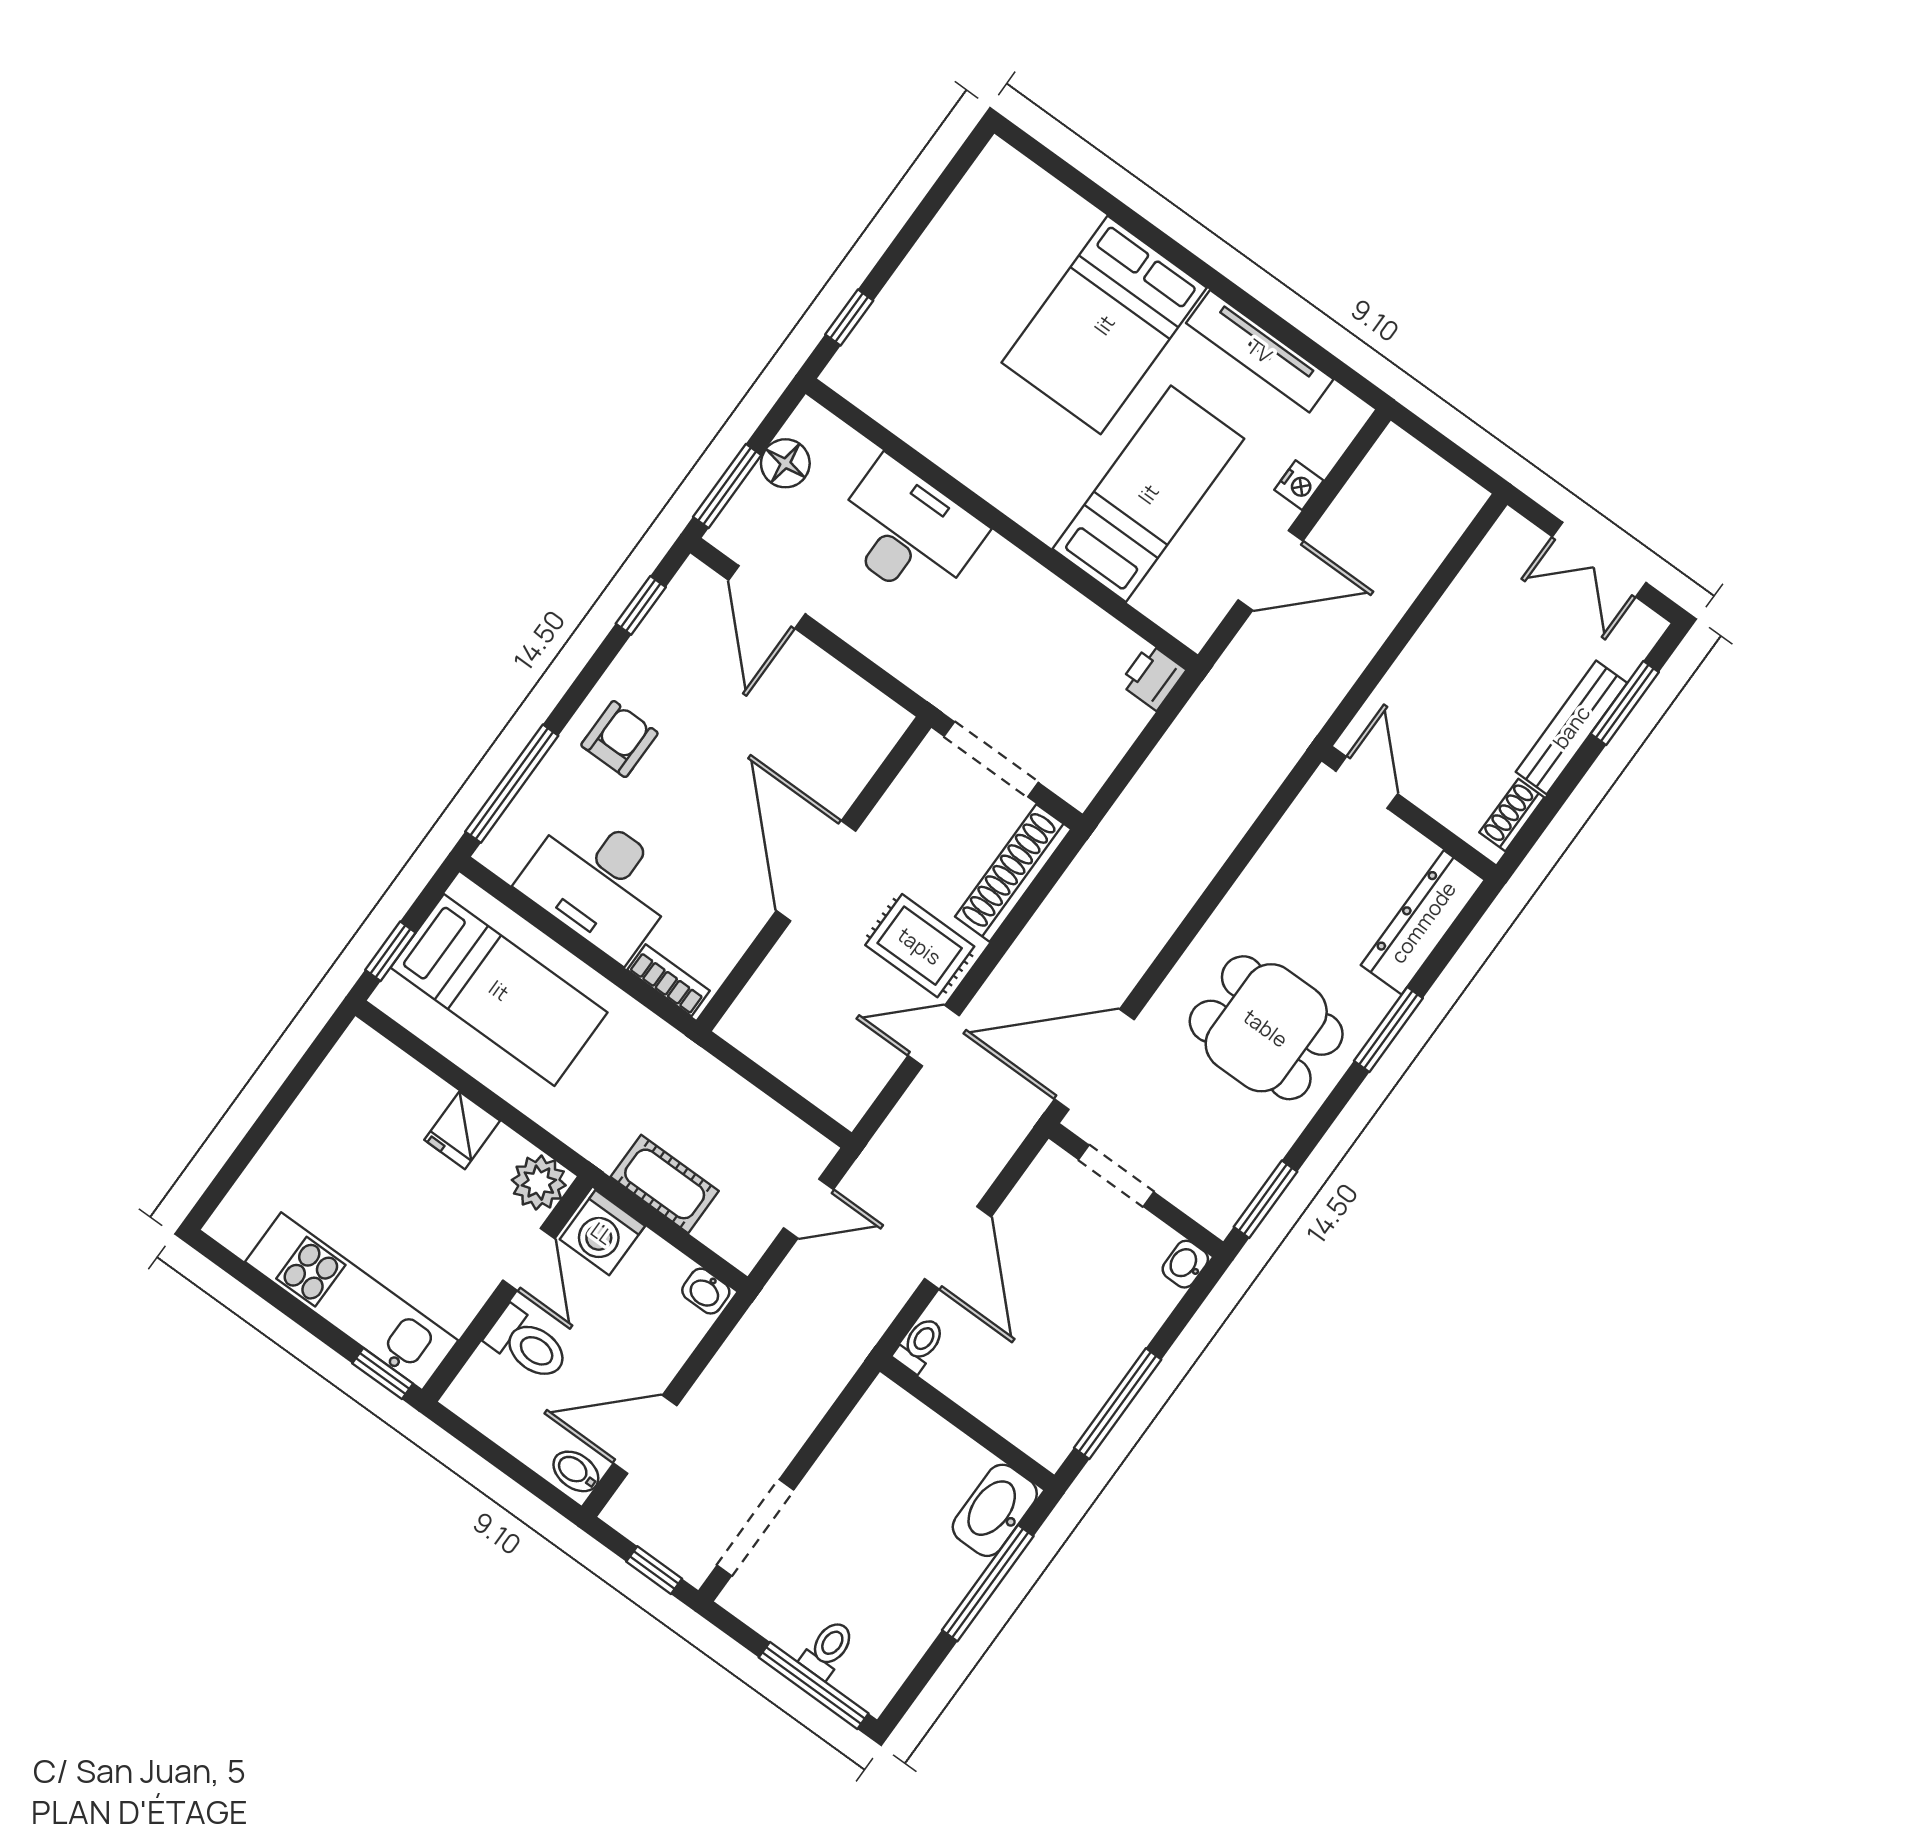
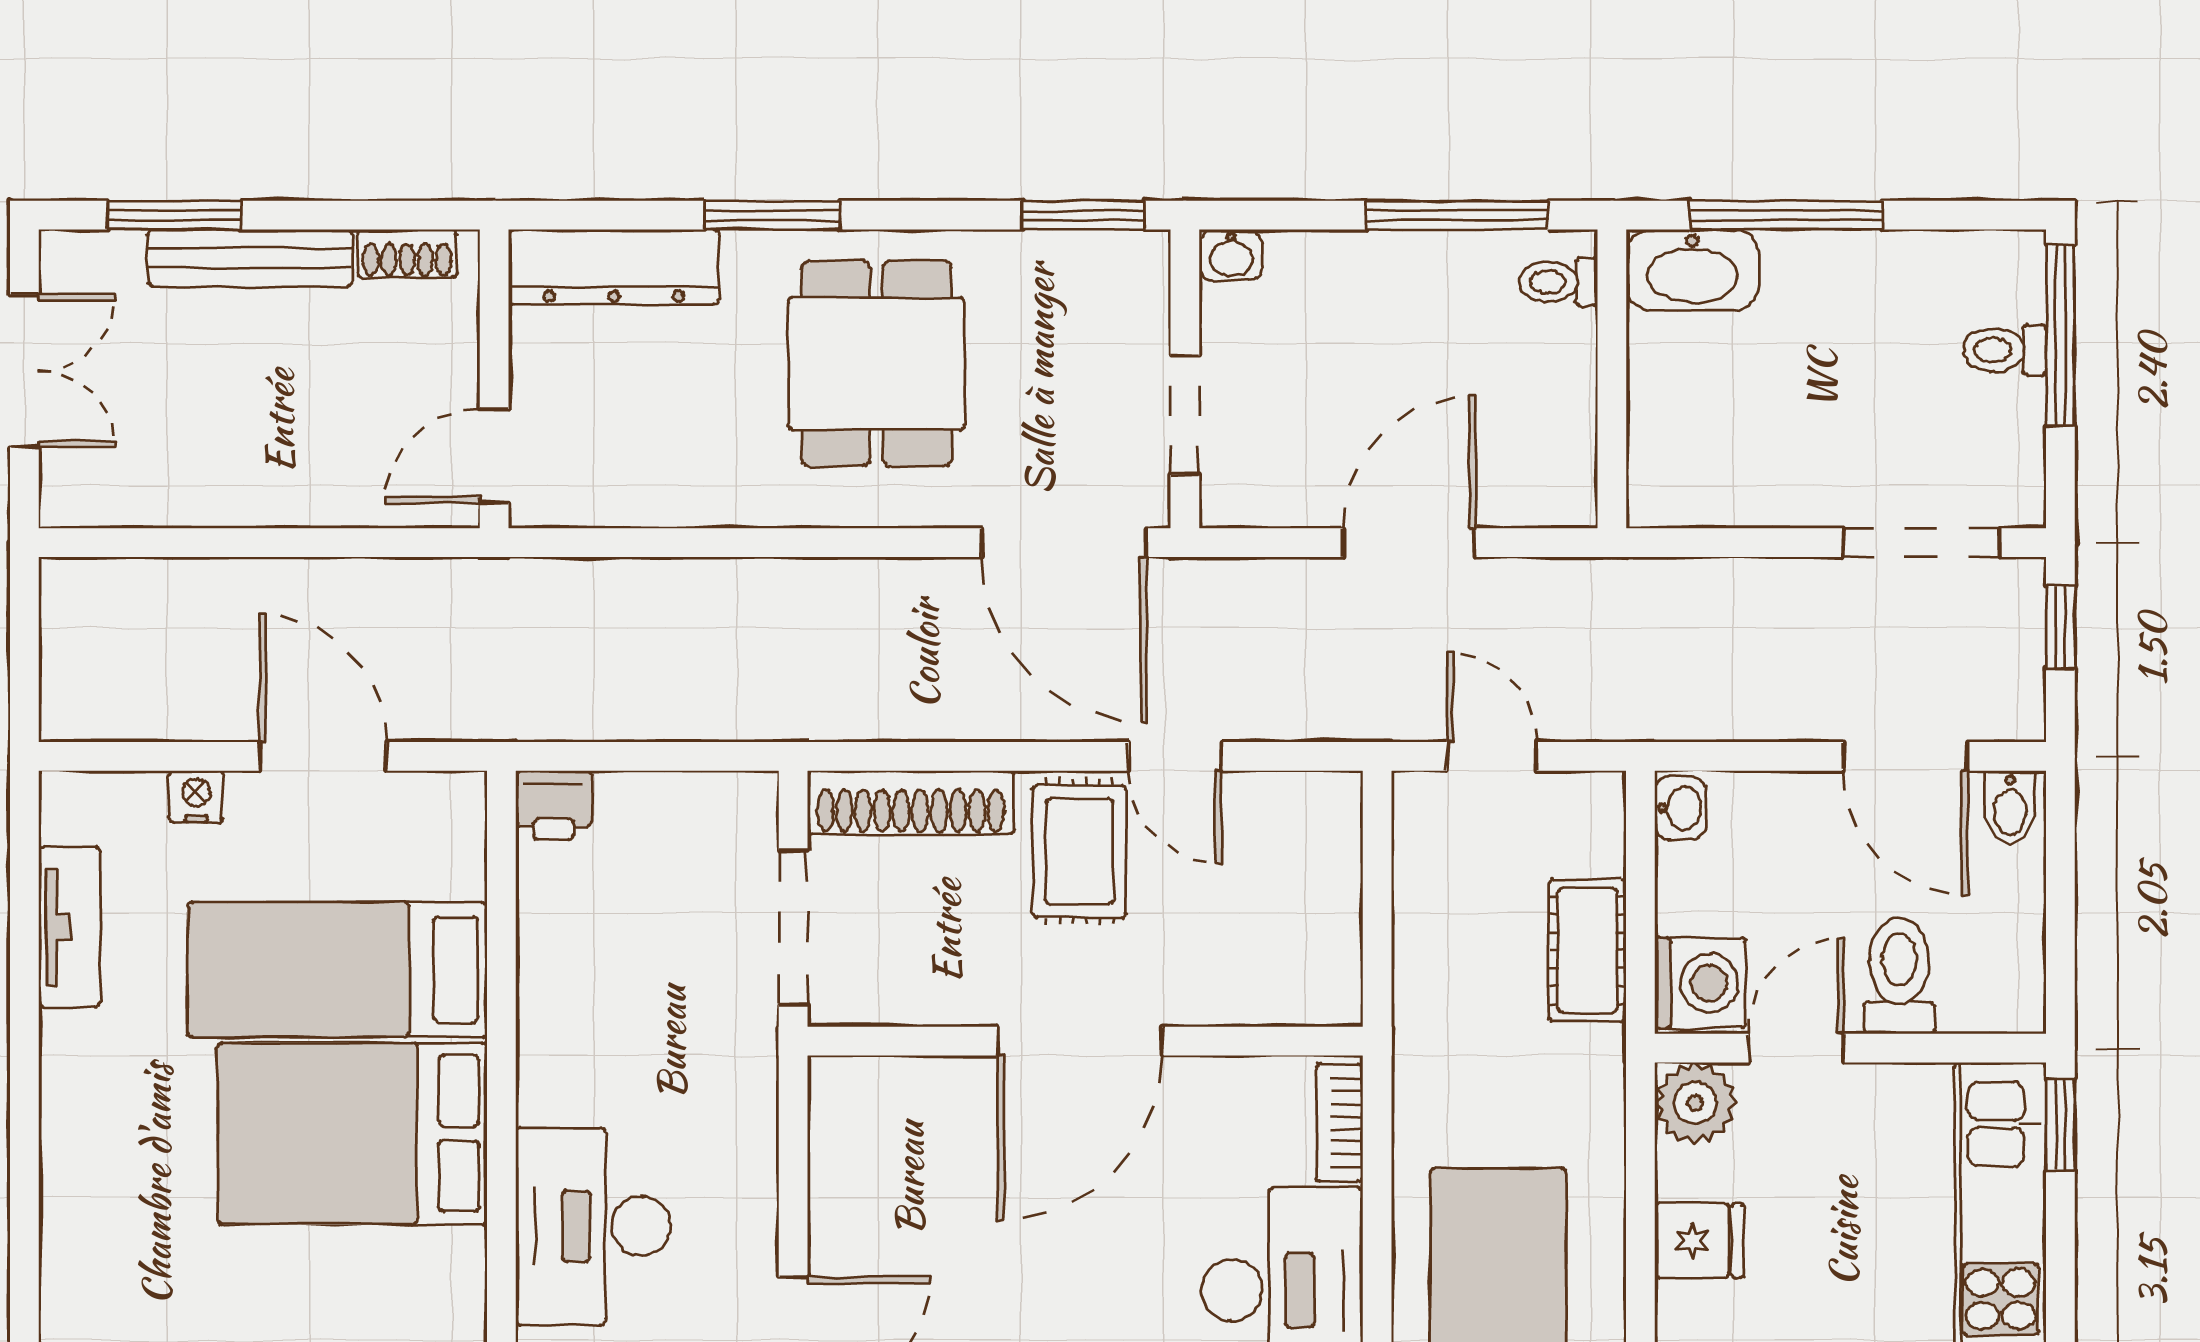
bed: (1104, 325) -> (353, 1134), moved, turned 180
tv unit: (1260, 351) -> (69, 927), width x0.71
toilet: (920, 1345) -> (1559, 282), moved

